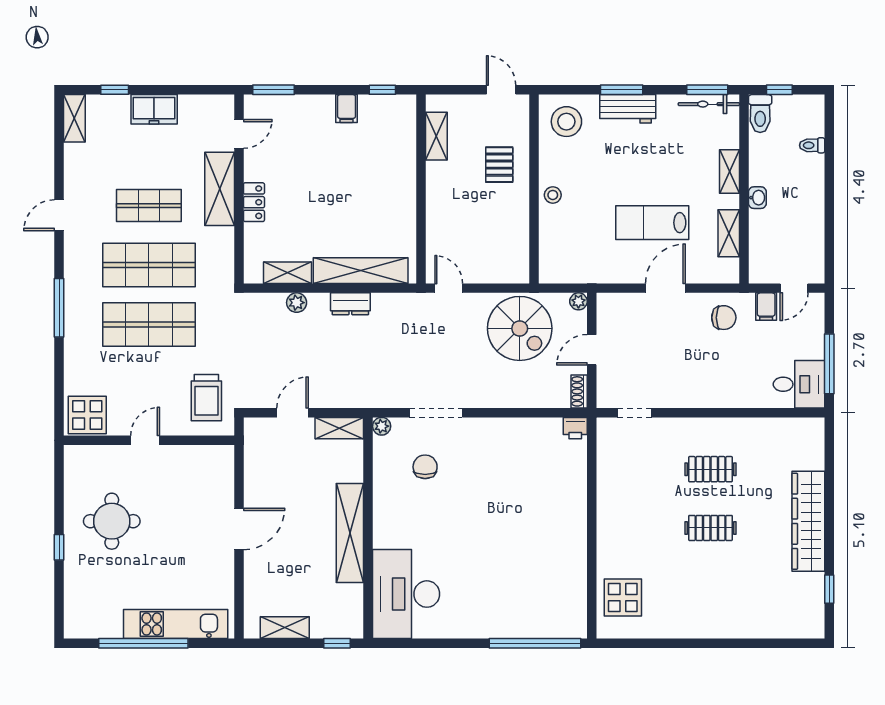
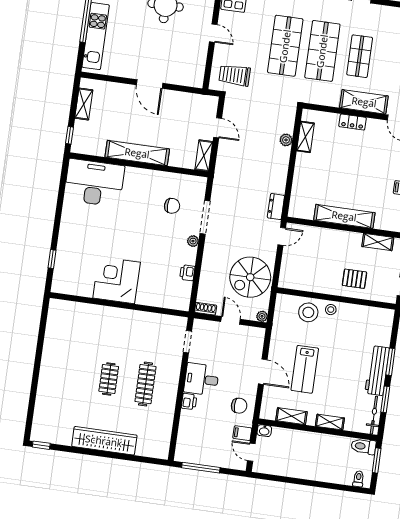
window: (707, 90) -> (385, 399), moved
window: (779, 90) -> (377, 461), width x1.50
workbench: (628, 109) -> (377, 371), width x1.38
stool: (566, 122) -> (308, 312), moved
toilet: (812, 145) -> (358, 479), moved
washbasin: (757, 198) -> (264, 431), moved
lab bench: (652, 223) -> (305, 369), turned 180
shelving: (361, 271) -> (344, 216), moved, turned 90
dresser: (350, 304) -> (276, 207), moved
chair: (724, 318) -> (239, 406), turned -90
desk: (799, 384) -> (201, 379), moved, turned 90
printer: (728, 397) -> (189, 402), added
plant: (382, 426) -> (193, 241), moved
printer: (575, 428) -> (187, 273), moved
clothes rail: (710, 469) -> (145, 384), width x1.36
corner desk: (554, 537) -> (117, 280), added
window: (829, 589) -> (41, 445), moved
display table: (623, 598) -> (73, 318), removed
window: (535, 643) -> (52, 259), width x0.32

